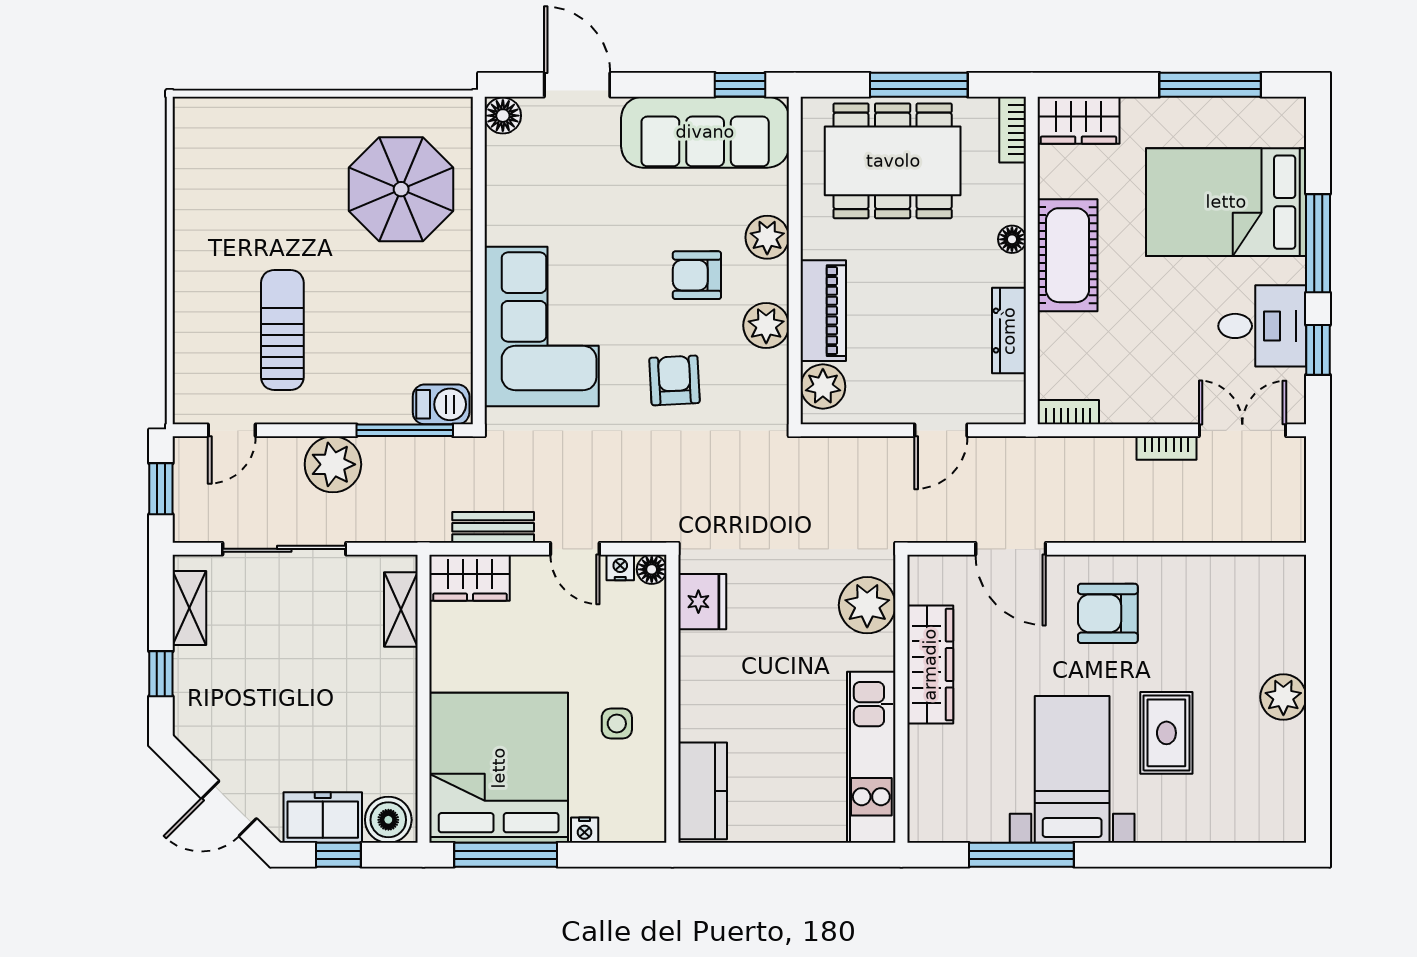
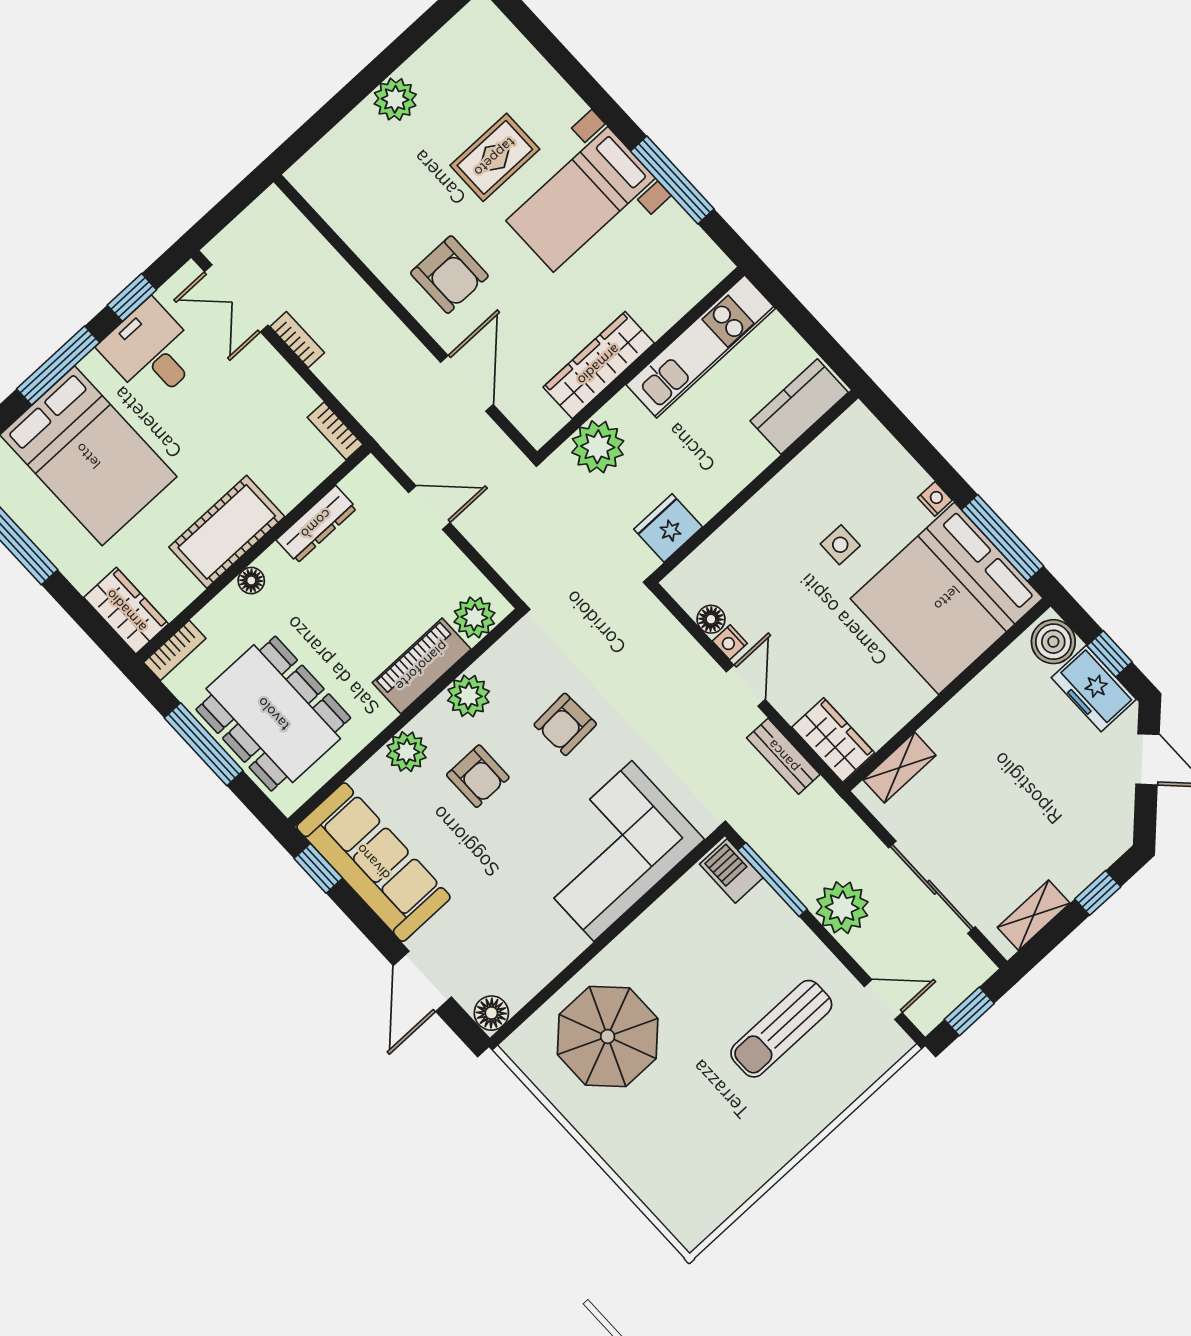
fridge: (702, 602) -> (668, 528), moved
wall: (672, 699) -> (755, 486), moved
kitchen counter: (703, 791) -> (799, 407), moved

